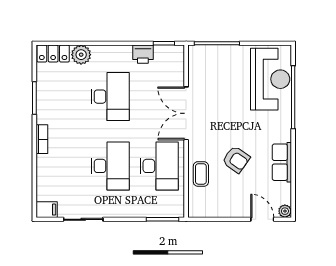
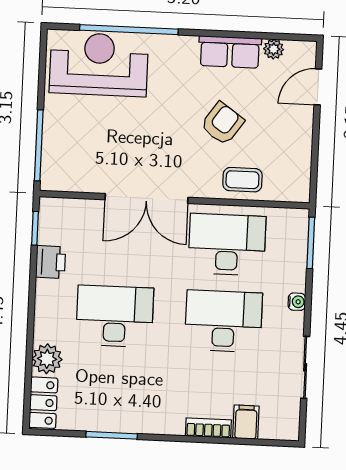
bookcase: (42, 139) -> (208, 428), moved
filing cabinet: (47, 210) -> (246, 422), moved
plant: (285, 211) -> (274, 49), moved
water cooler: (125, 212) -> (297, 302), added

